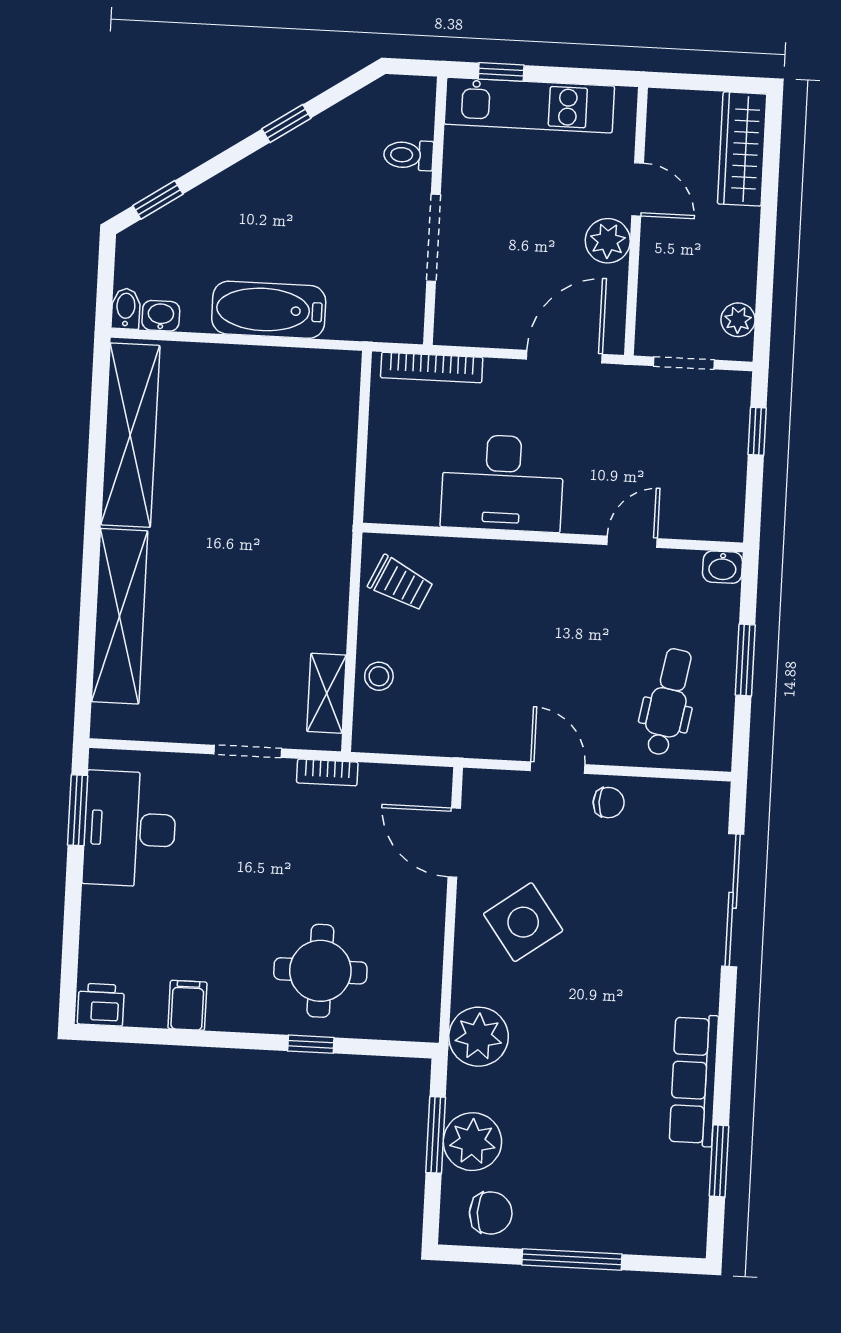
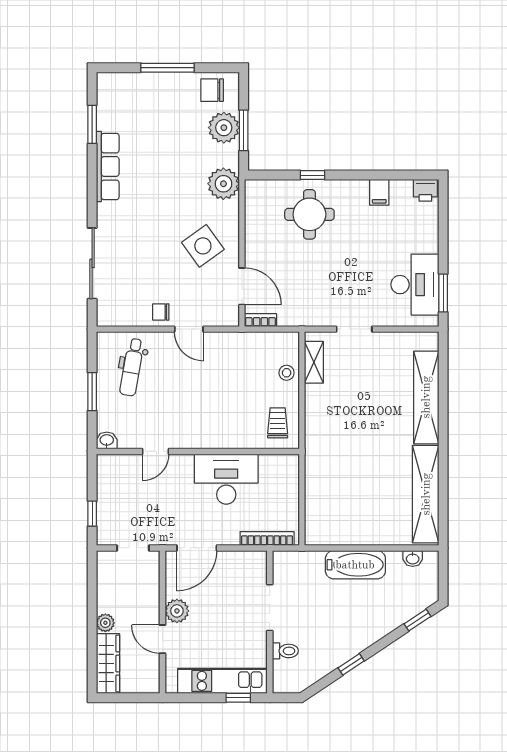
bidet: (126, 309) -> (432, 561), removed
plant: (738, 320) -> (105, 623), moved
trolley: (401, 583) -> (278, 423), turned 65
bookcase: (327, 772) -> (260, 320), moved

